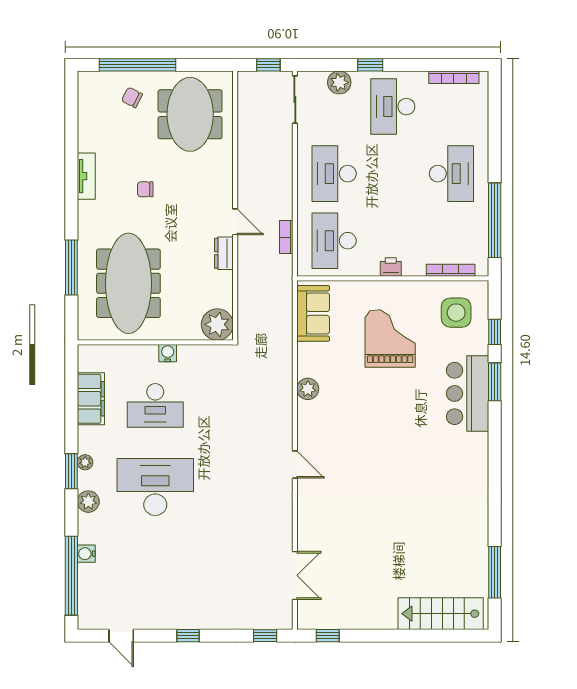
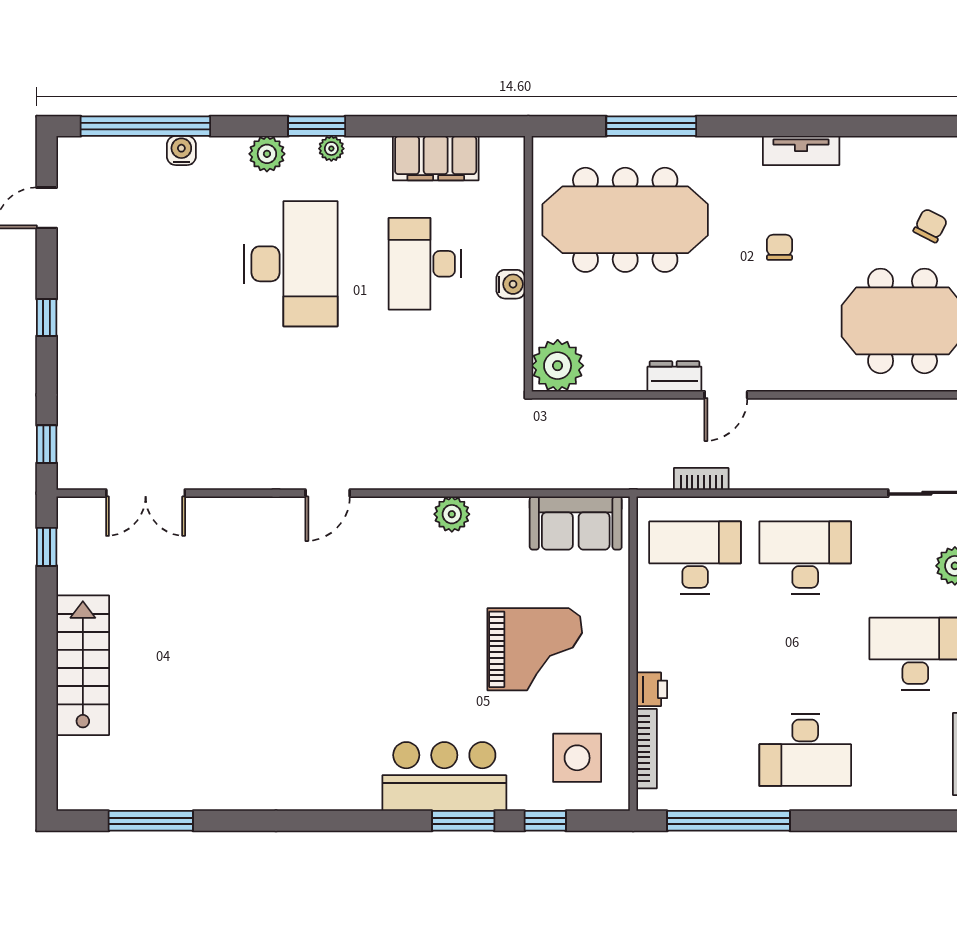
printer: (391, 267) -> (652, 689), moved
stairs: (441, 614) -> (83, 665), moved

